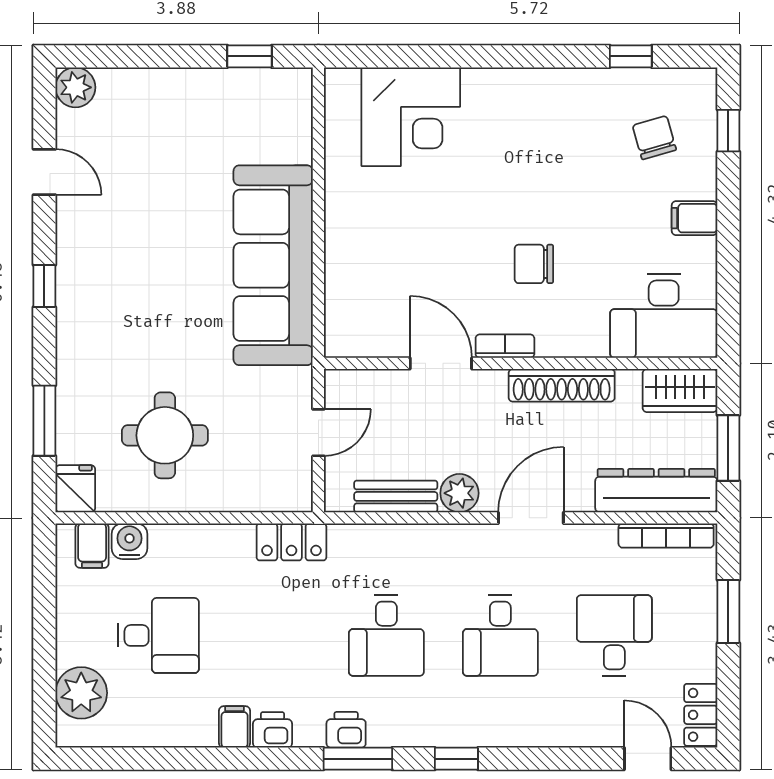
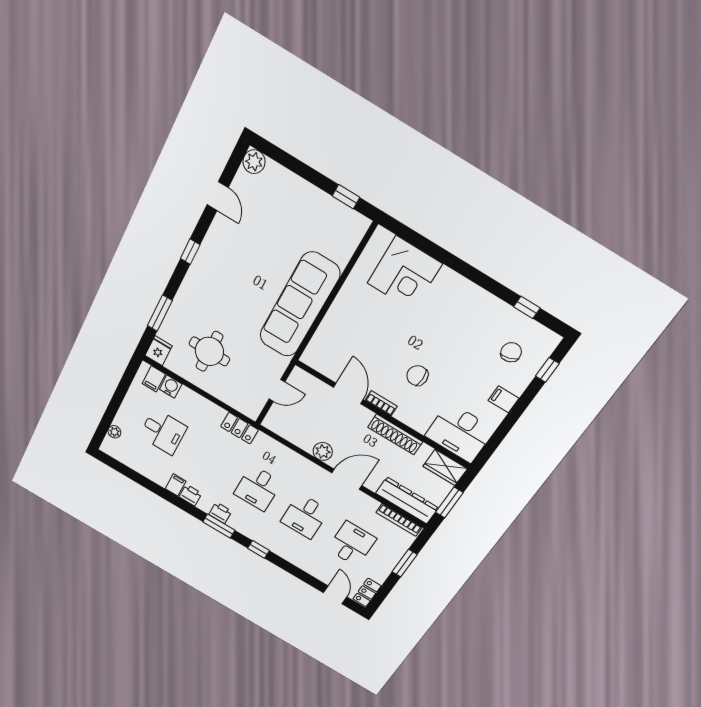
bench: (396, 496) -> (295, 437), removed
plant: (81, 693) -> (114, 432), width x0.53, depth x0.53

